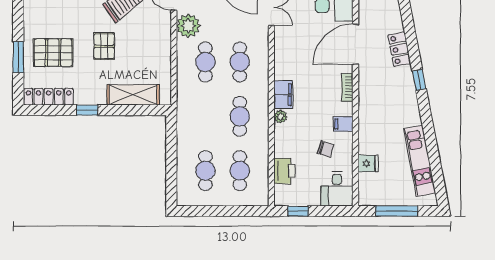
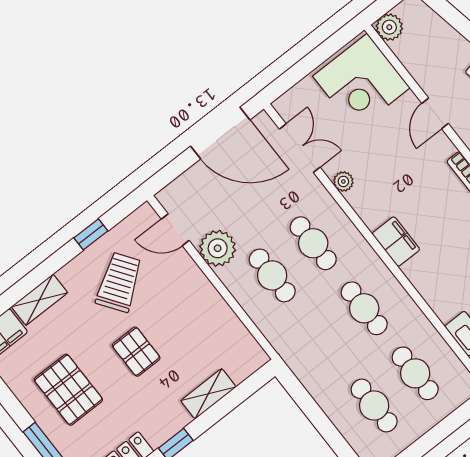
door: (355, 44) -> (435, 113), width x0.53
pallet: (53, 53) -> (68, 390), moved, turned 90
shelving: (133, 95) -> (208, 394), width x0.67, depth x0.75
plant: (280, 117) -> (343, 181), moved

